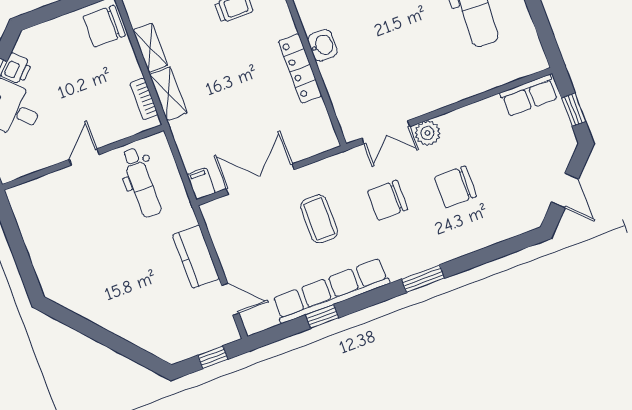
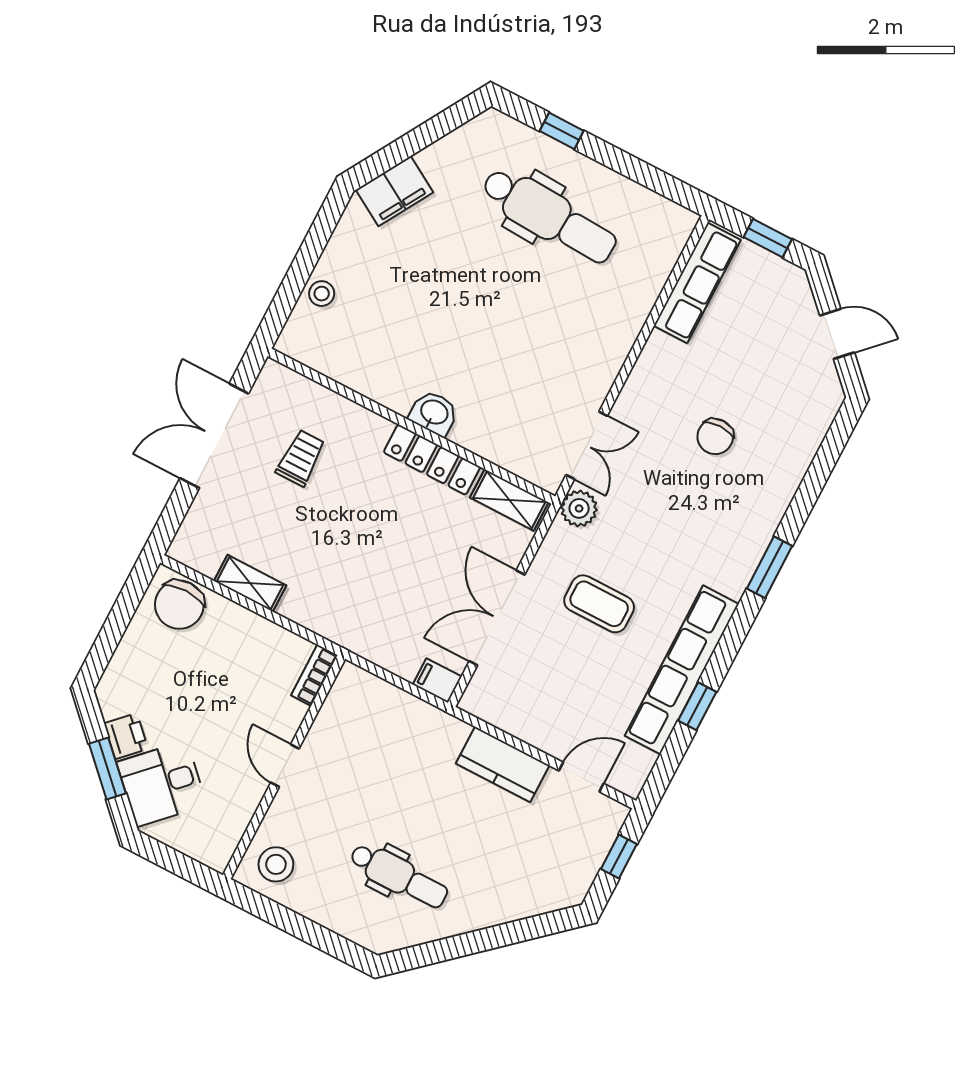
shelving: (168, 94) -> (509, 500), moved
row of seats: (529, 96) -> (697, 283), width x1.48
bookcase: (144, 99) -> (314, 675), moved, turned 90
plant: (428, 133) -> (579, 508), moved
dental chair: (141, 183) -> (399, 876), moved
chair: (455, 187) -> (715, 437), width x0.73, depth x0.73
chair: (388, 200) -> (655, 517), removed
stool: (34, 203) -> (276, 864), added

